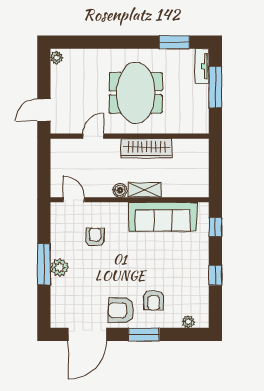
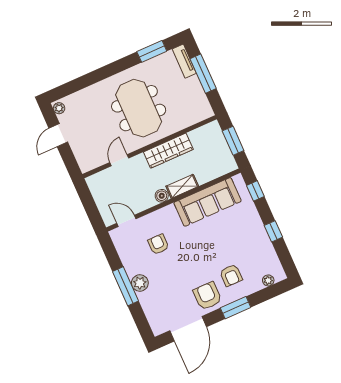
door: (44, 110) -> (58, 135), moved
window: (215, 167) -> (233, 141), added
armchair: (121, 310) -> (207, 296), turned 90

